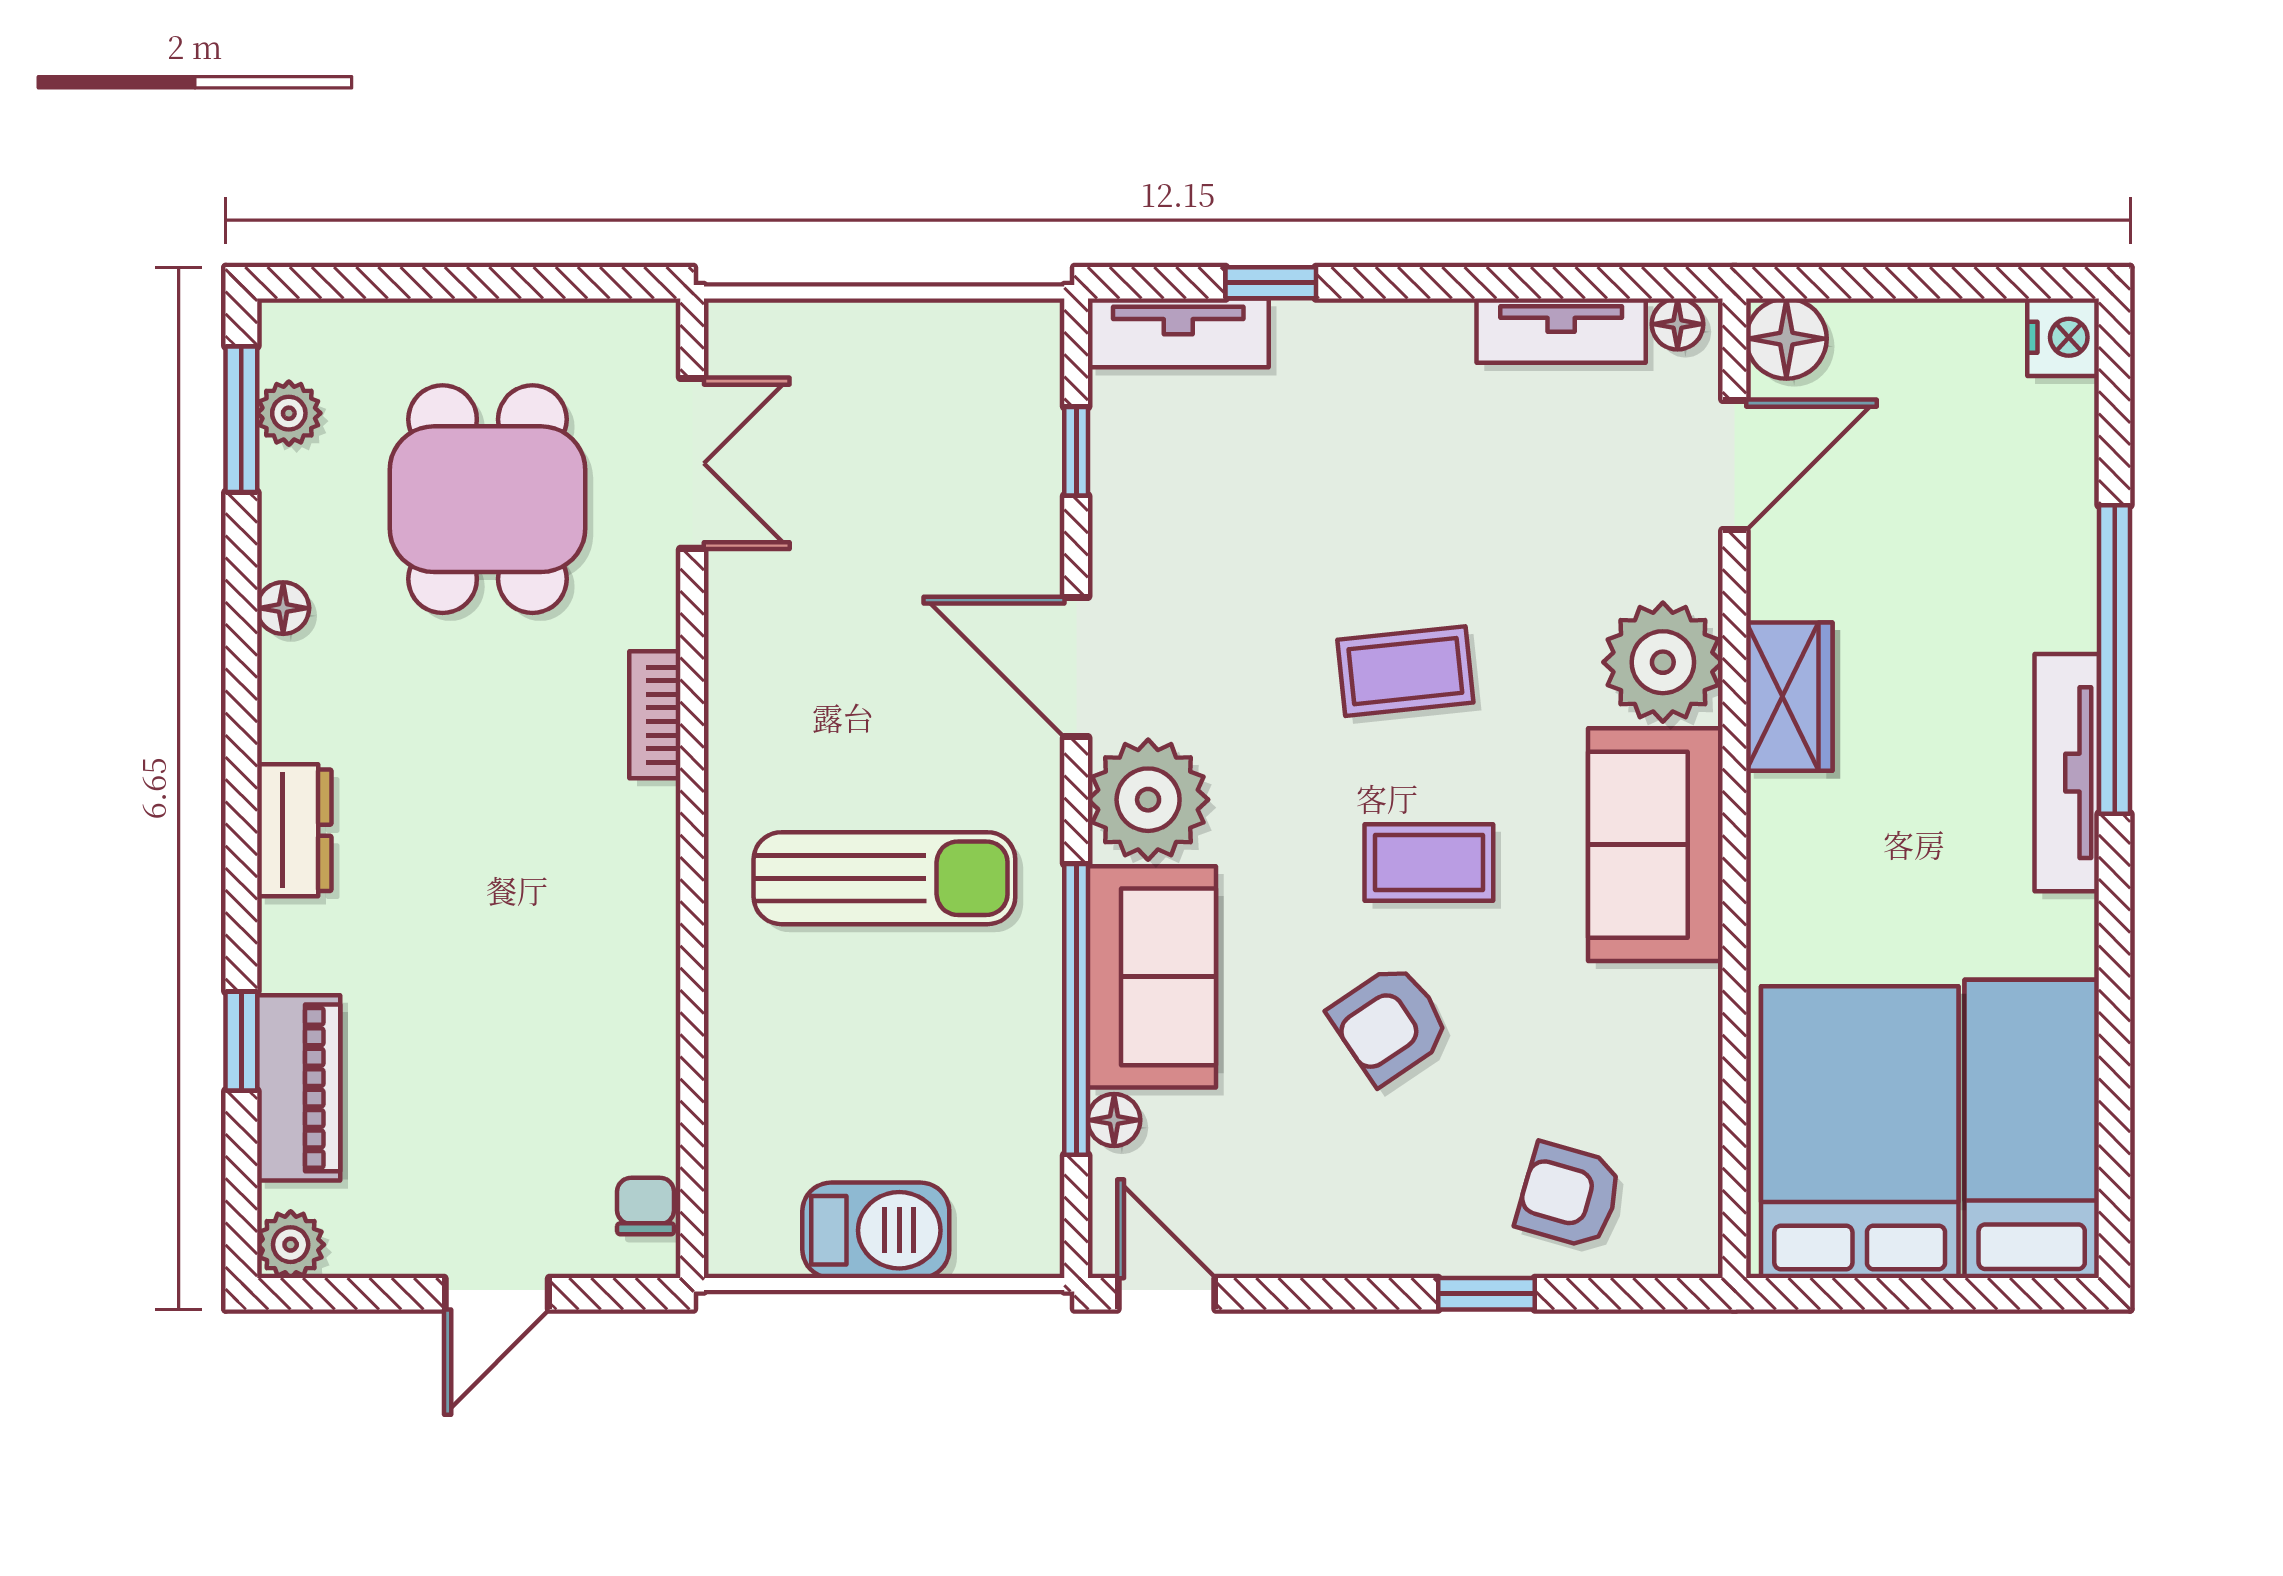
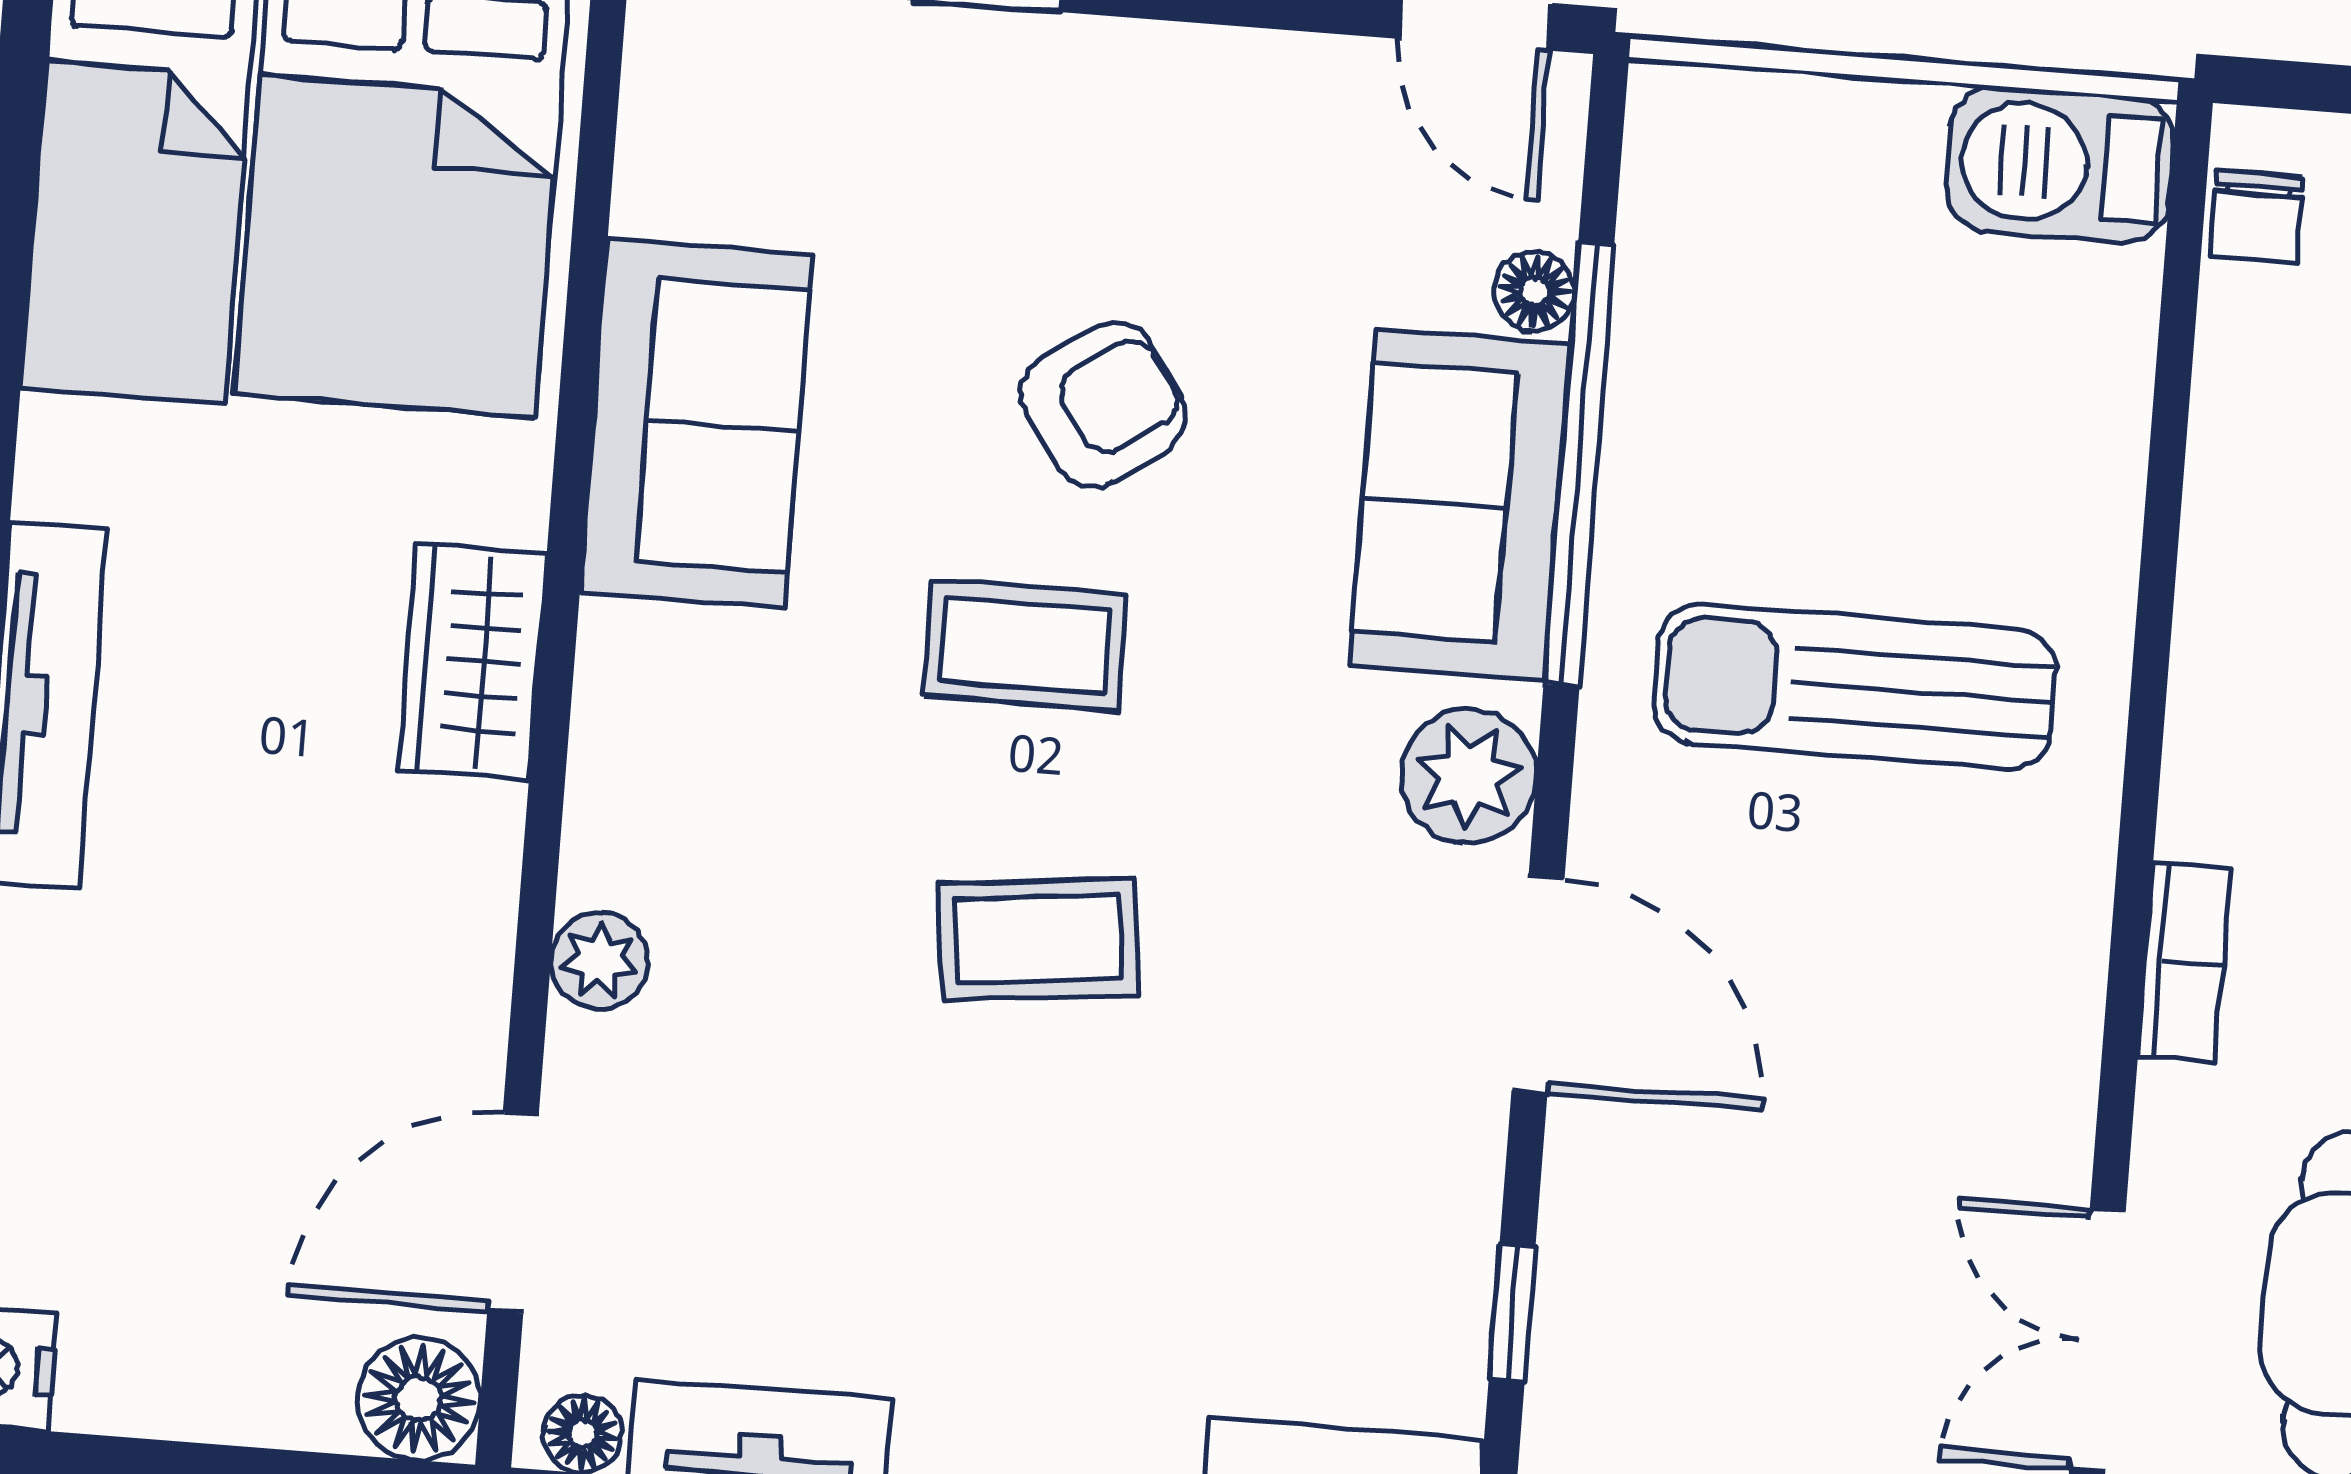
plant: (1663, 662) -> (600, 961), width x0.53, depth x0.53
wardrobe: (1789, 697) -> (472, 661), moved
plant: (1148, 800) -> (1469, 776), width x0.73, depth x0.73
sofa: (1655, 845) -> (696, 423), moved
armchair: (1569, 1196) -> (852, 122), removed
barbecue: (876, 1230) -> (2060, 164), moved

